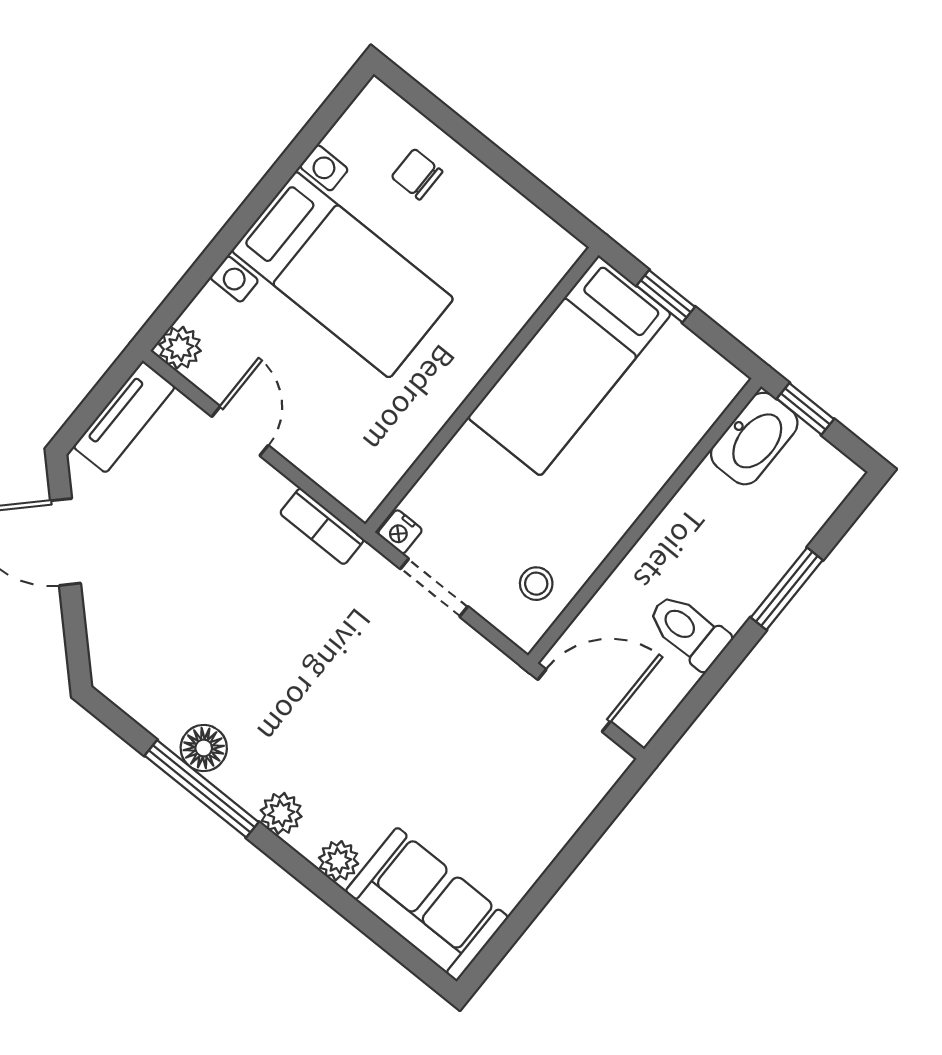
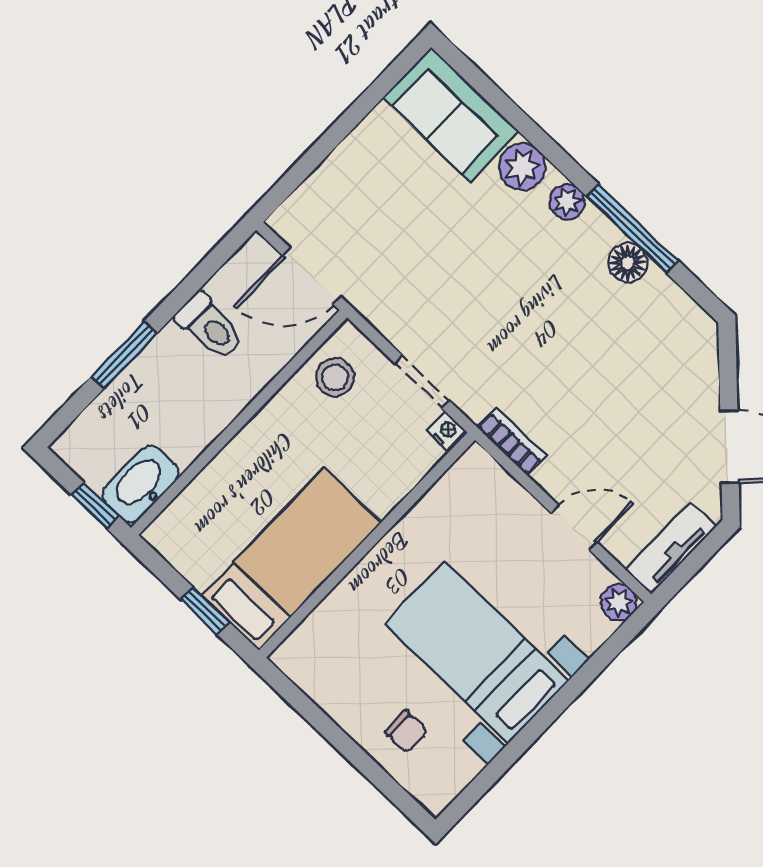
door: (240, 431) -> (574, 528), swing flipped
stool: (536, 584) -> (335, 377), width x1.37, depth x1.37
plant: (339, 861) -> (522, 167), width x1.38, depth x1.38

